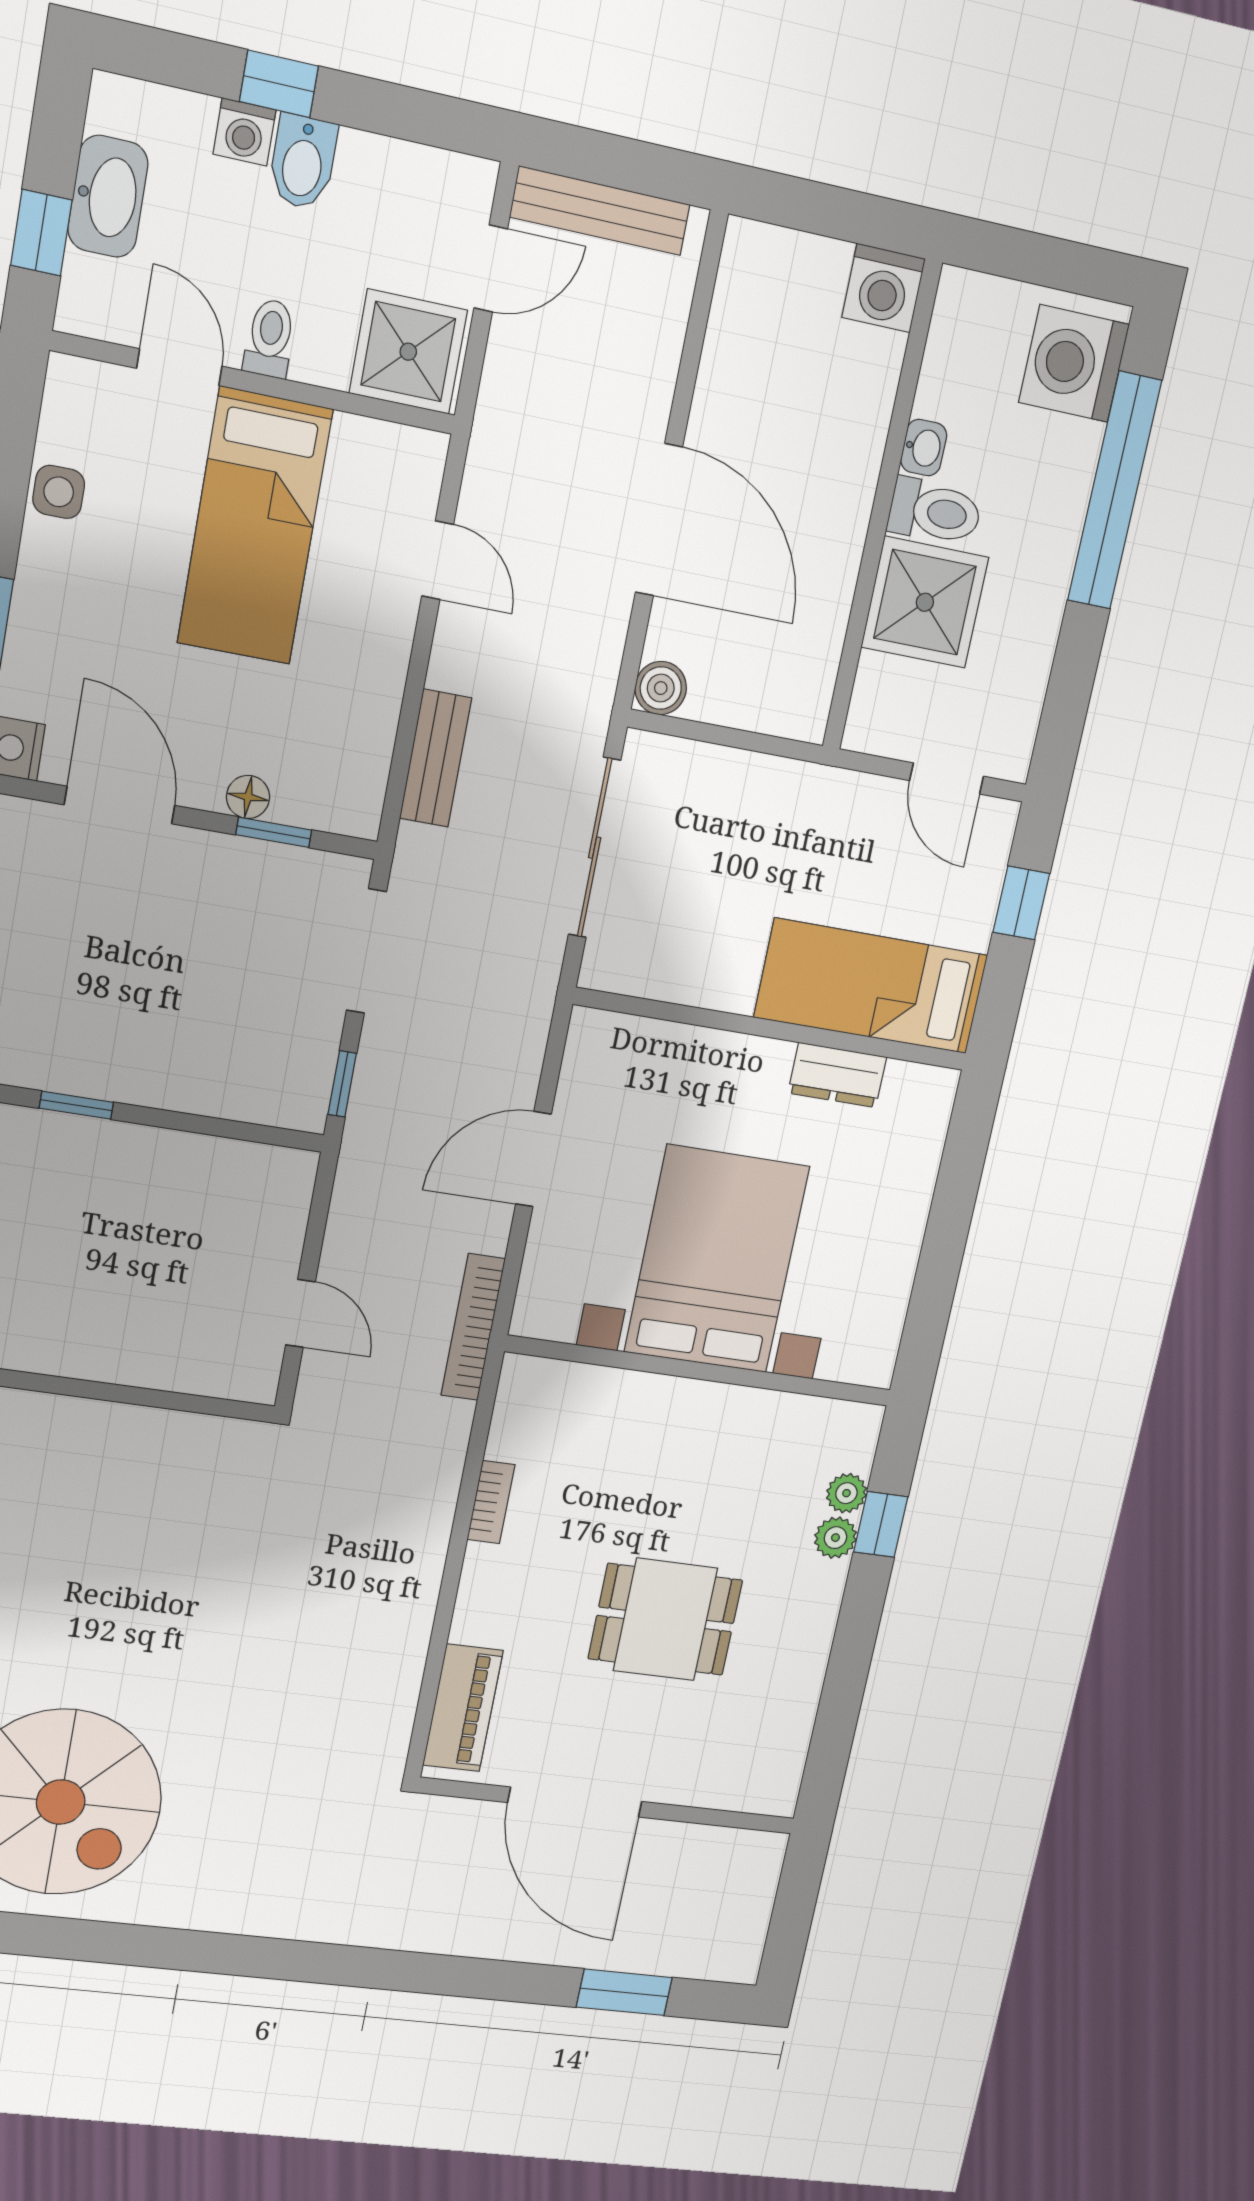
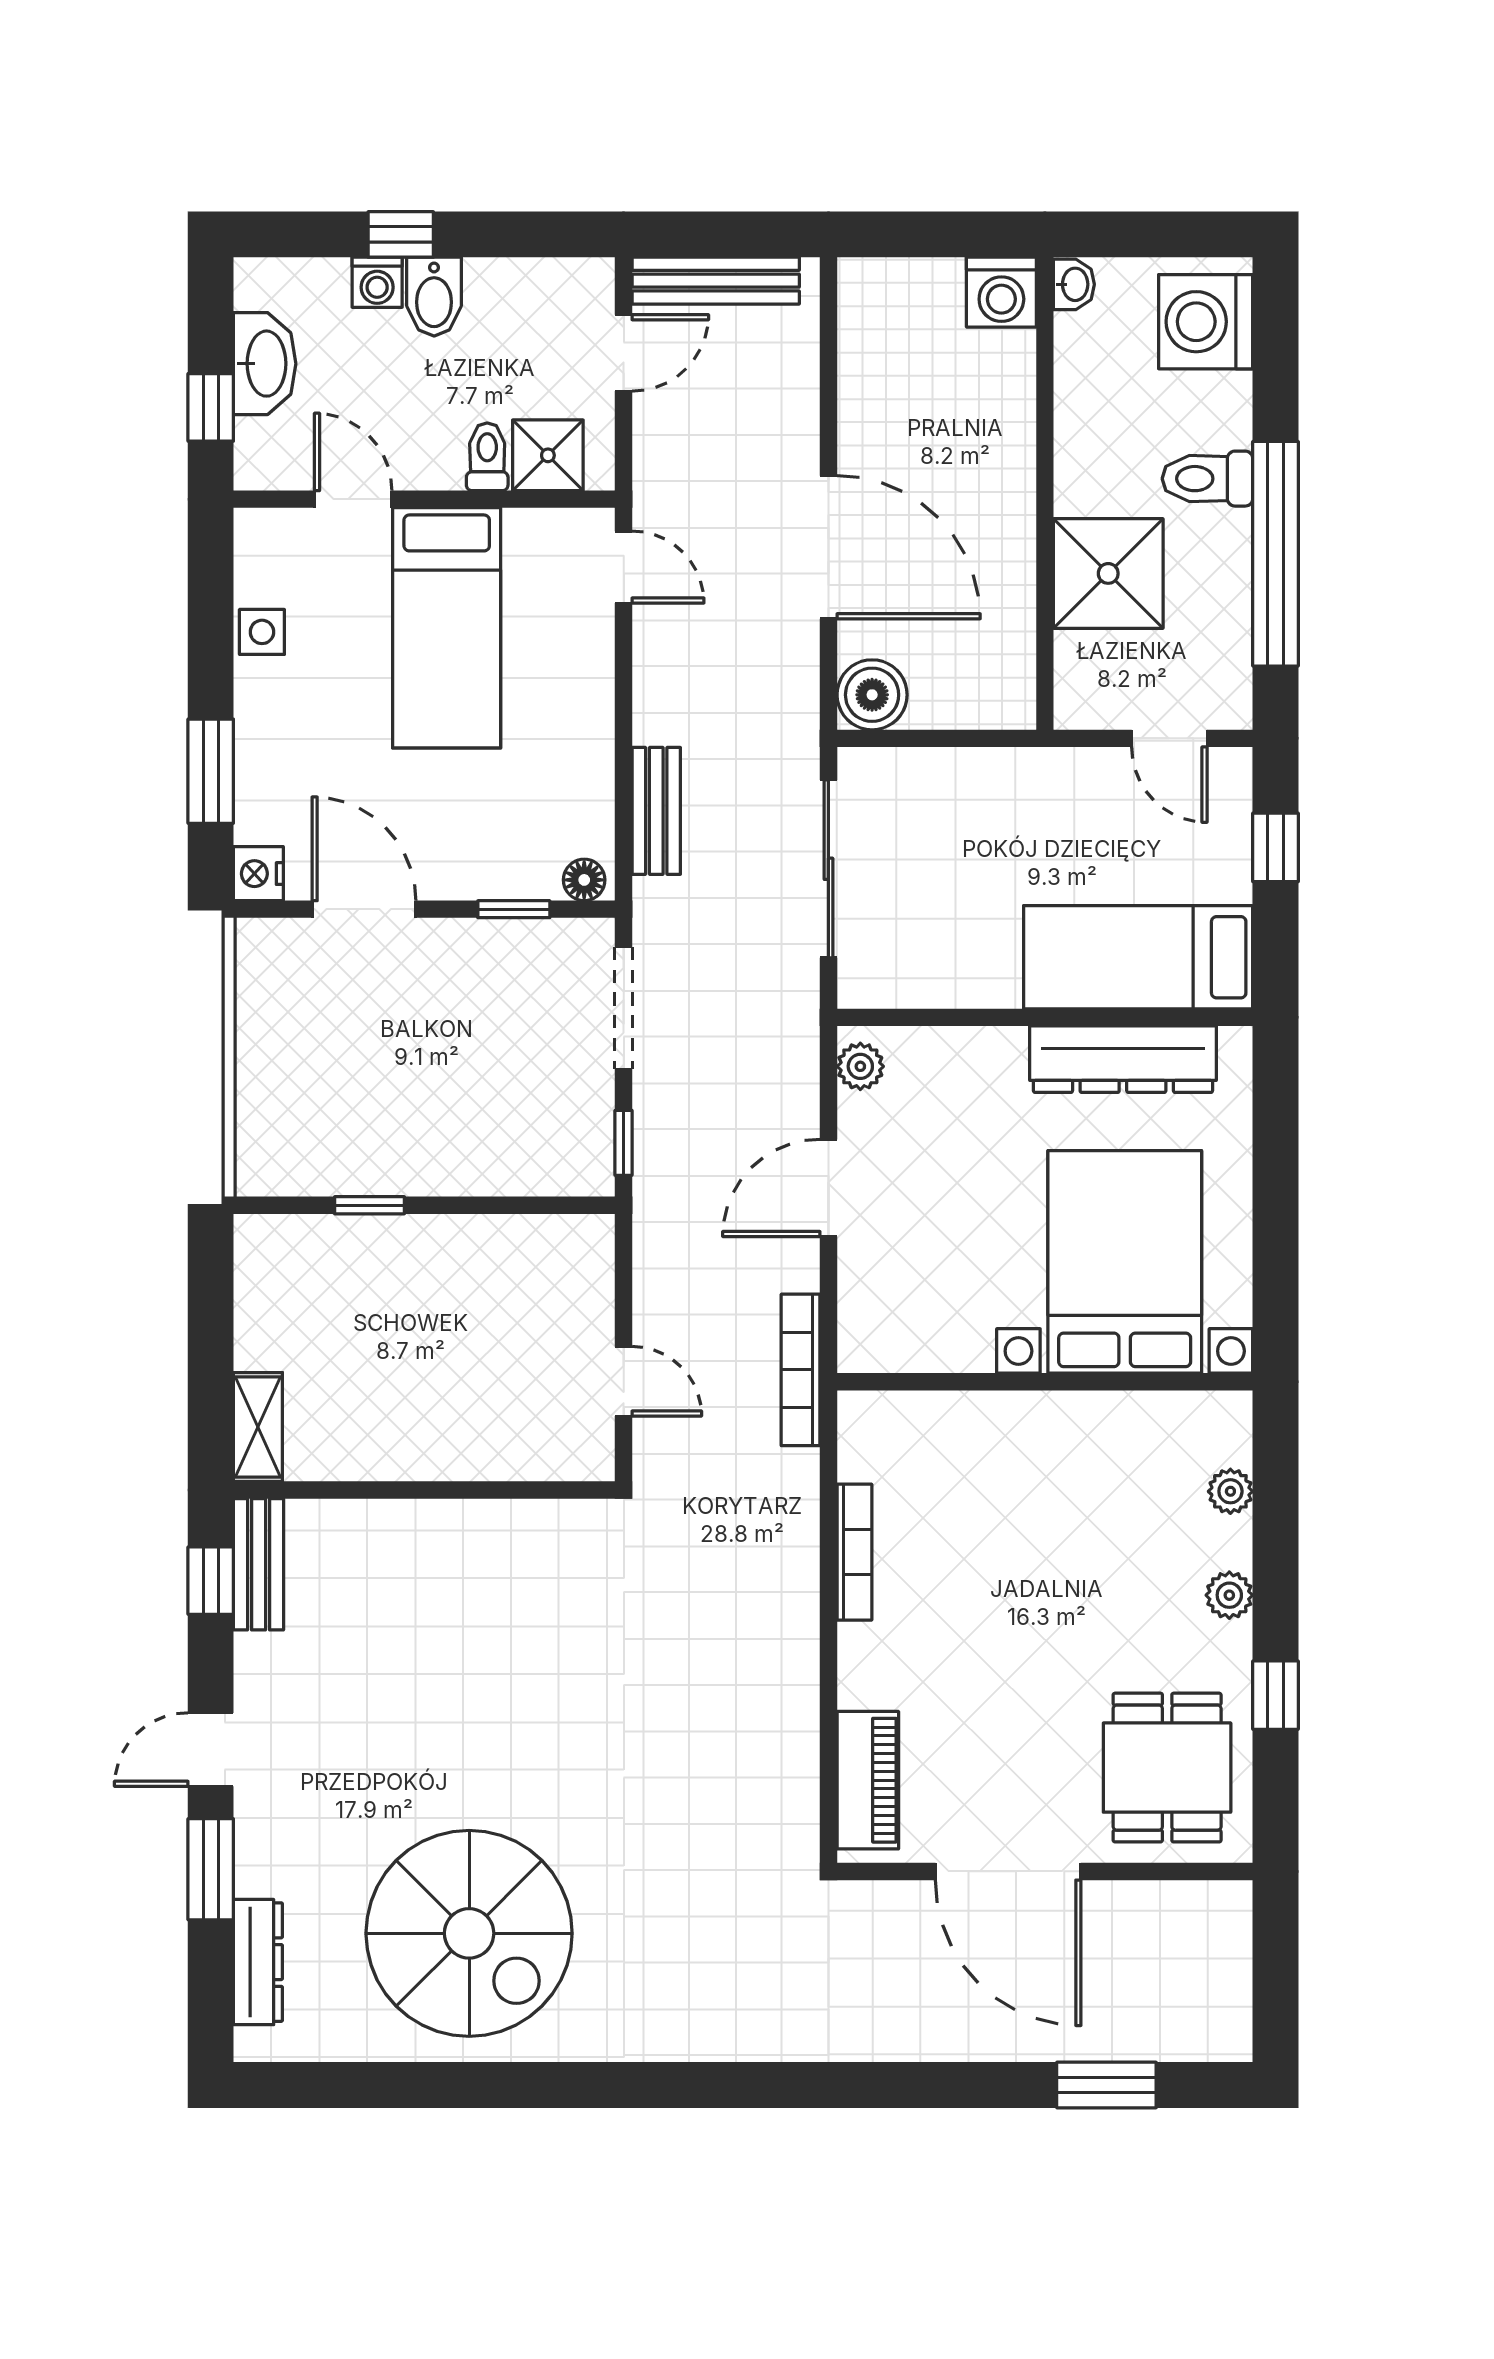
toilet: (270, 338) -> (487, 457), moved
shower: (408, 352) -> (548, 455), width x0.73, depth x0.73
washbasin: (924, 448) -> (1074, 284), moved
window: (1114, 491) -> (1275, 554), moved
toilet: (935, 512) -> (1207, 479), moved, turned 180
door: (438, 560) -> (624, 567), moved
boiler: (661, 688) -> (872, 695), width x1.36, depth x1.36
floor lamp: (248, 797) -> (584, 880), moved
plant: (587, 1047) -> (860, 1066), added
dresser: (837, 1075) -> (1123, 1059), width x1.96, depth x1.24
bed with nightstands: (717, 1259) -> (1125, 1262), moved
bookcase: (491, 1502) -> (854, 1552), width x1.56
window: (881, 1524) -> (1275, 1695), moved
plant: (835, 1538) -> (1229, 1595), moved
dining table: (665, 1619) -> (1167, 1768), moved, turned 90

